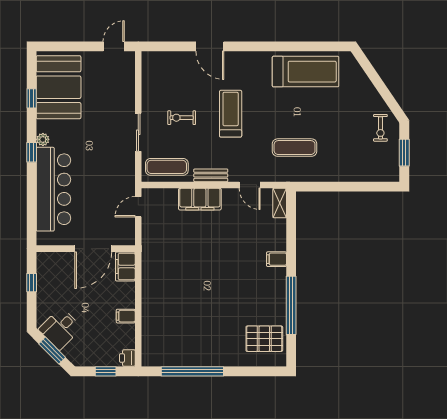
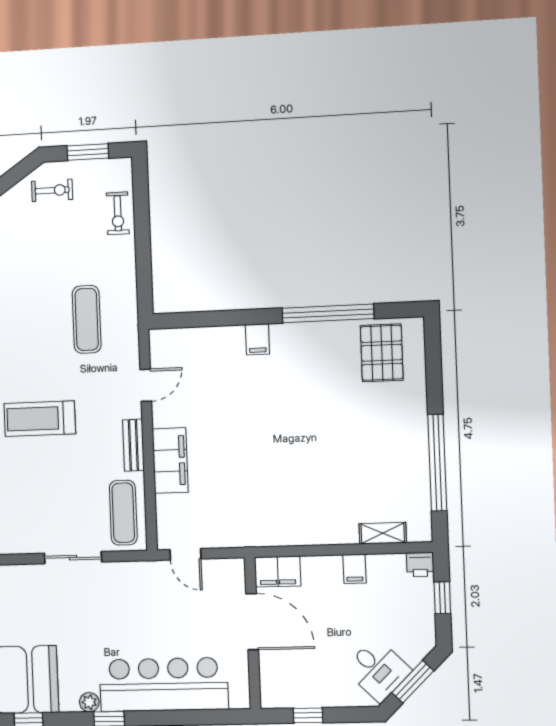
exercise bike: (182, 118) -> (118, 213), moved
shelving: (280, 203) -> (383, 533), moved

